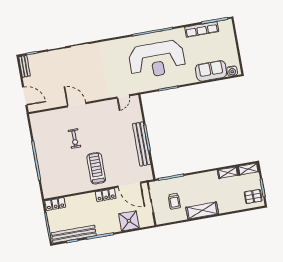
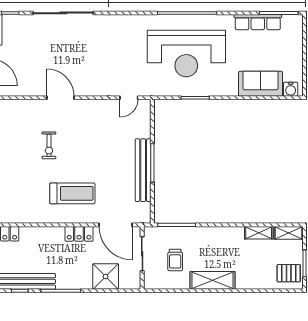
treadmill: (96, 168) -> (72, 193), turned 90

